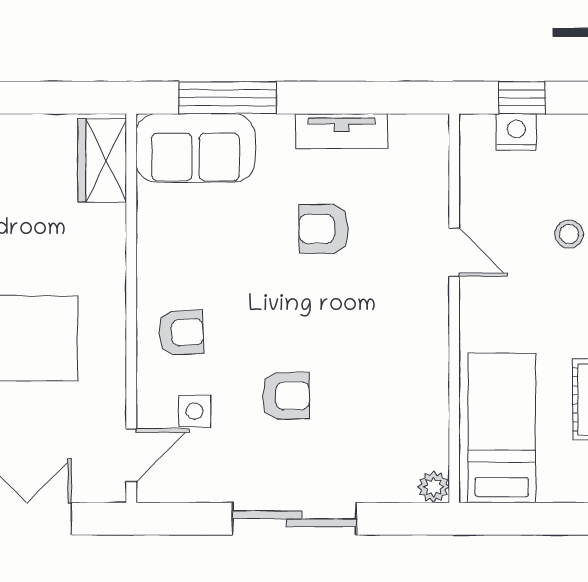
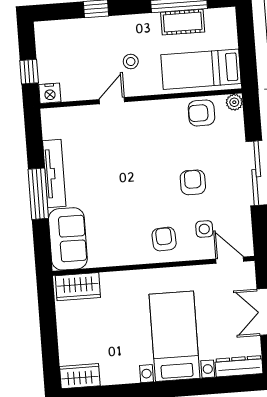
window: (227, 98) -> (38, 194), moved
tv unit: (342, 131) -> (54, 173), width x1.41
nightstand: (516, 132) -> (50, 93), moved, turned -90
armchair: (324, 229) -> (201, 113), moved, turned 90
stool: (569, 234) -> (131, 62), moved

